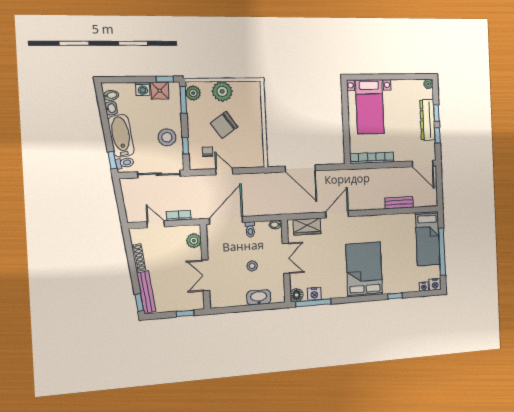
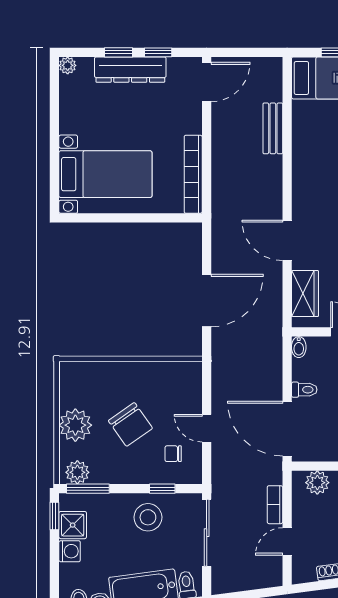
door: (224, 171) -> (207, 428), hinge flipped

